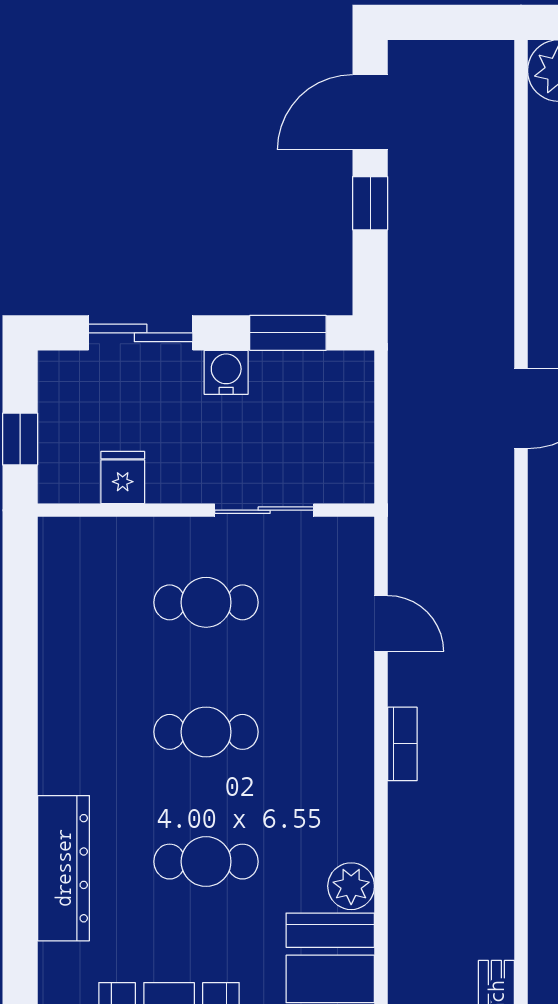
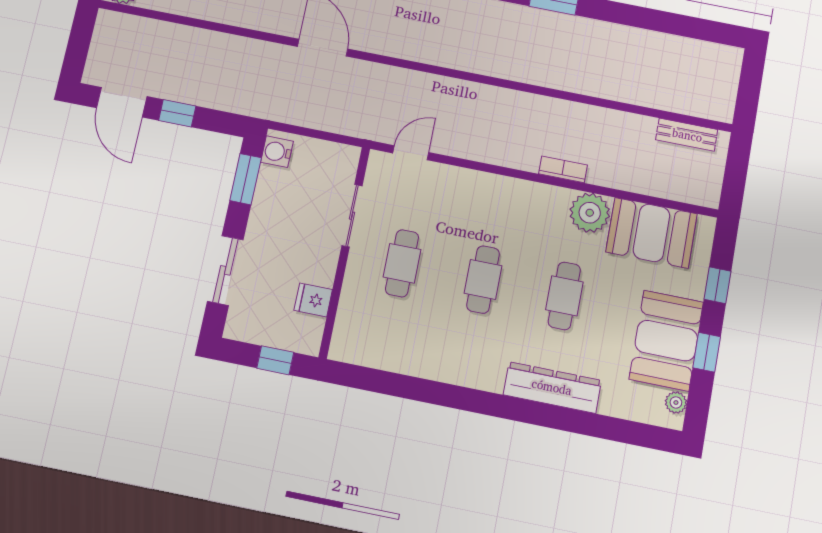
water cooler: (226, 372) -> (277, 152), moved
door: (381, 624) -> (411, 153), moved
bookcase: (402, 744) -> (563, 169), moved
plant: (351, 886) -> (590, 213), width x1.36, depth x1.36

